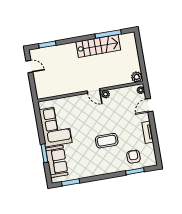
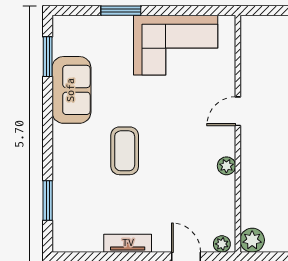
door: (94, 91) -> (238, 111), moved
armchair: (134, 157) -> (80, 203), removed
sofa: (57, 161) -> (71, 90), moved, turned -90

